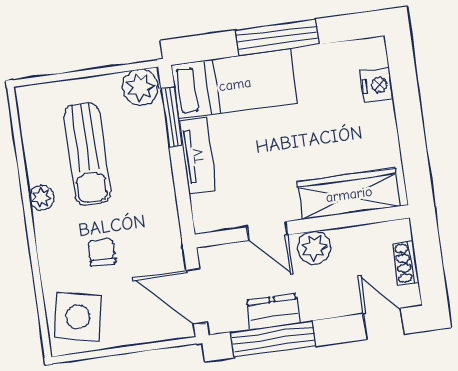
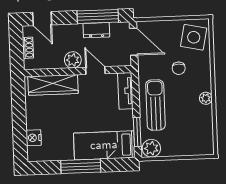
sun lounger: (87, 154) -> (155, 105), moved
tv unit: (198, 156) -> (125, 91), moved

